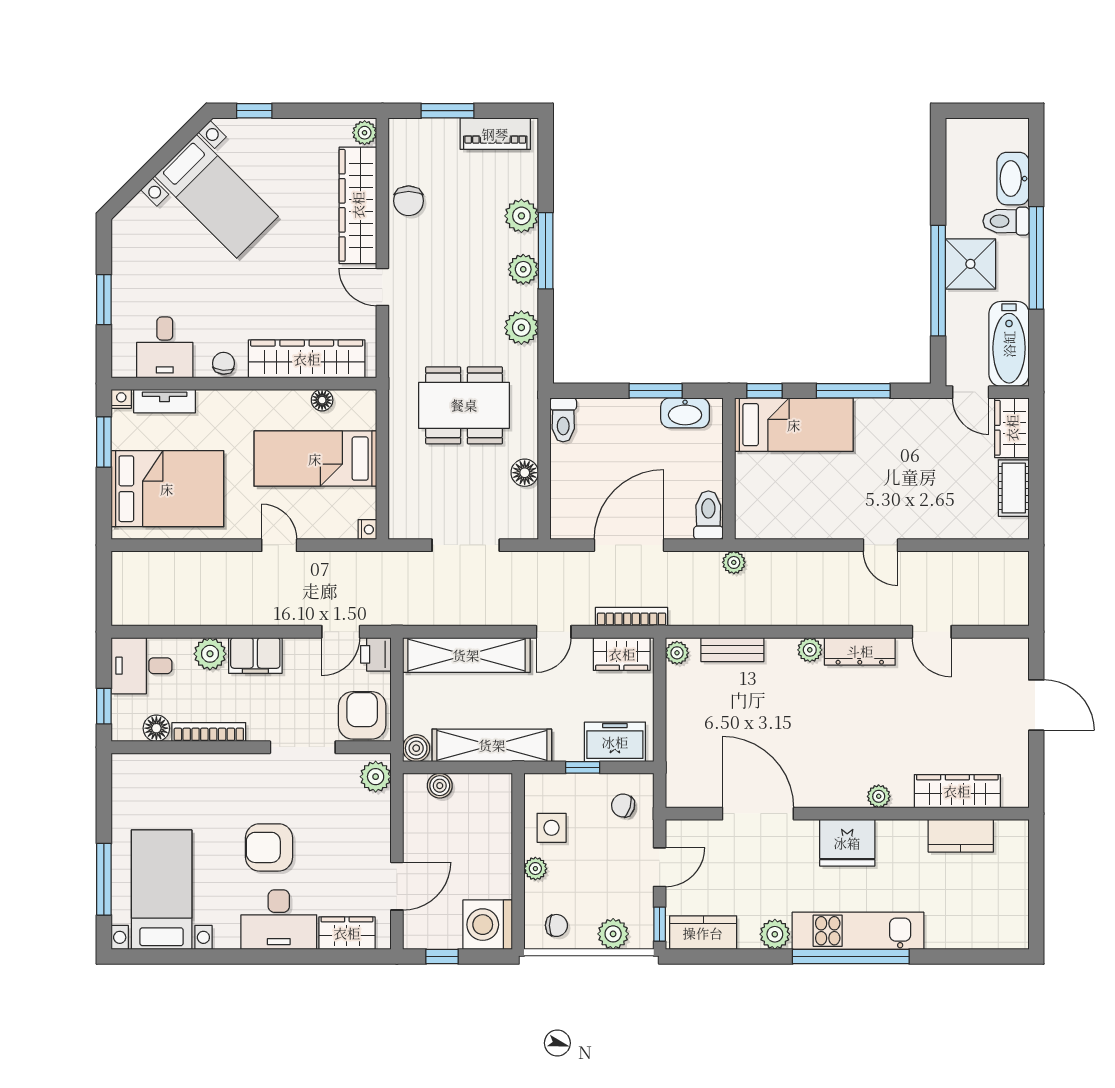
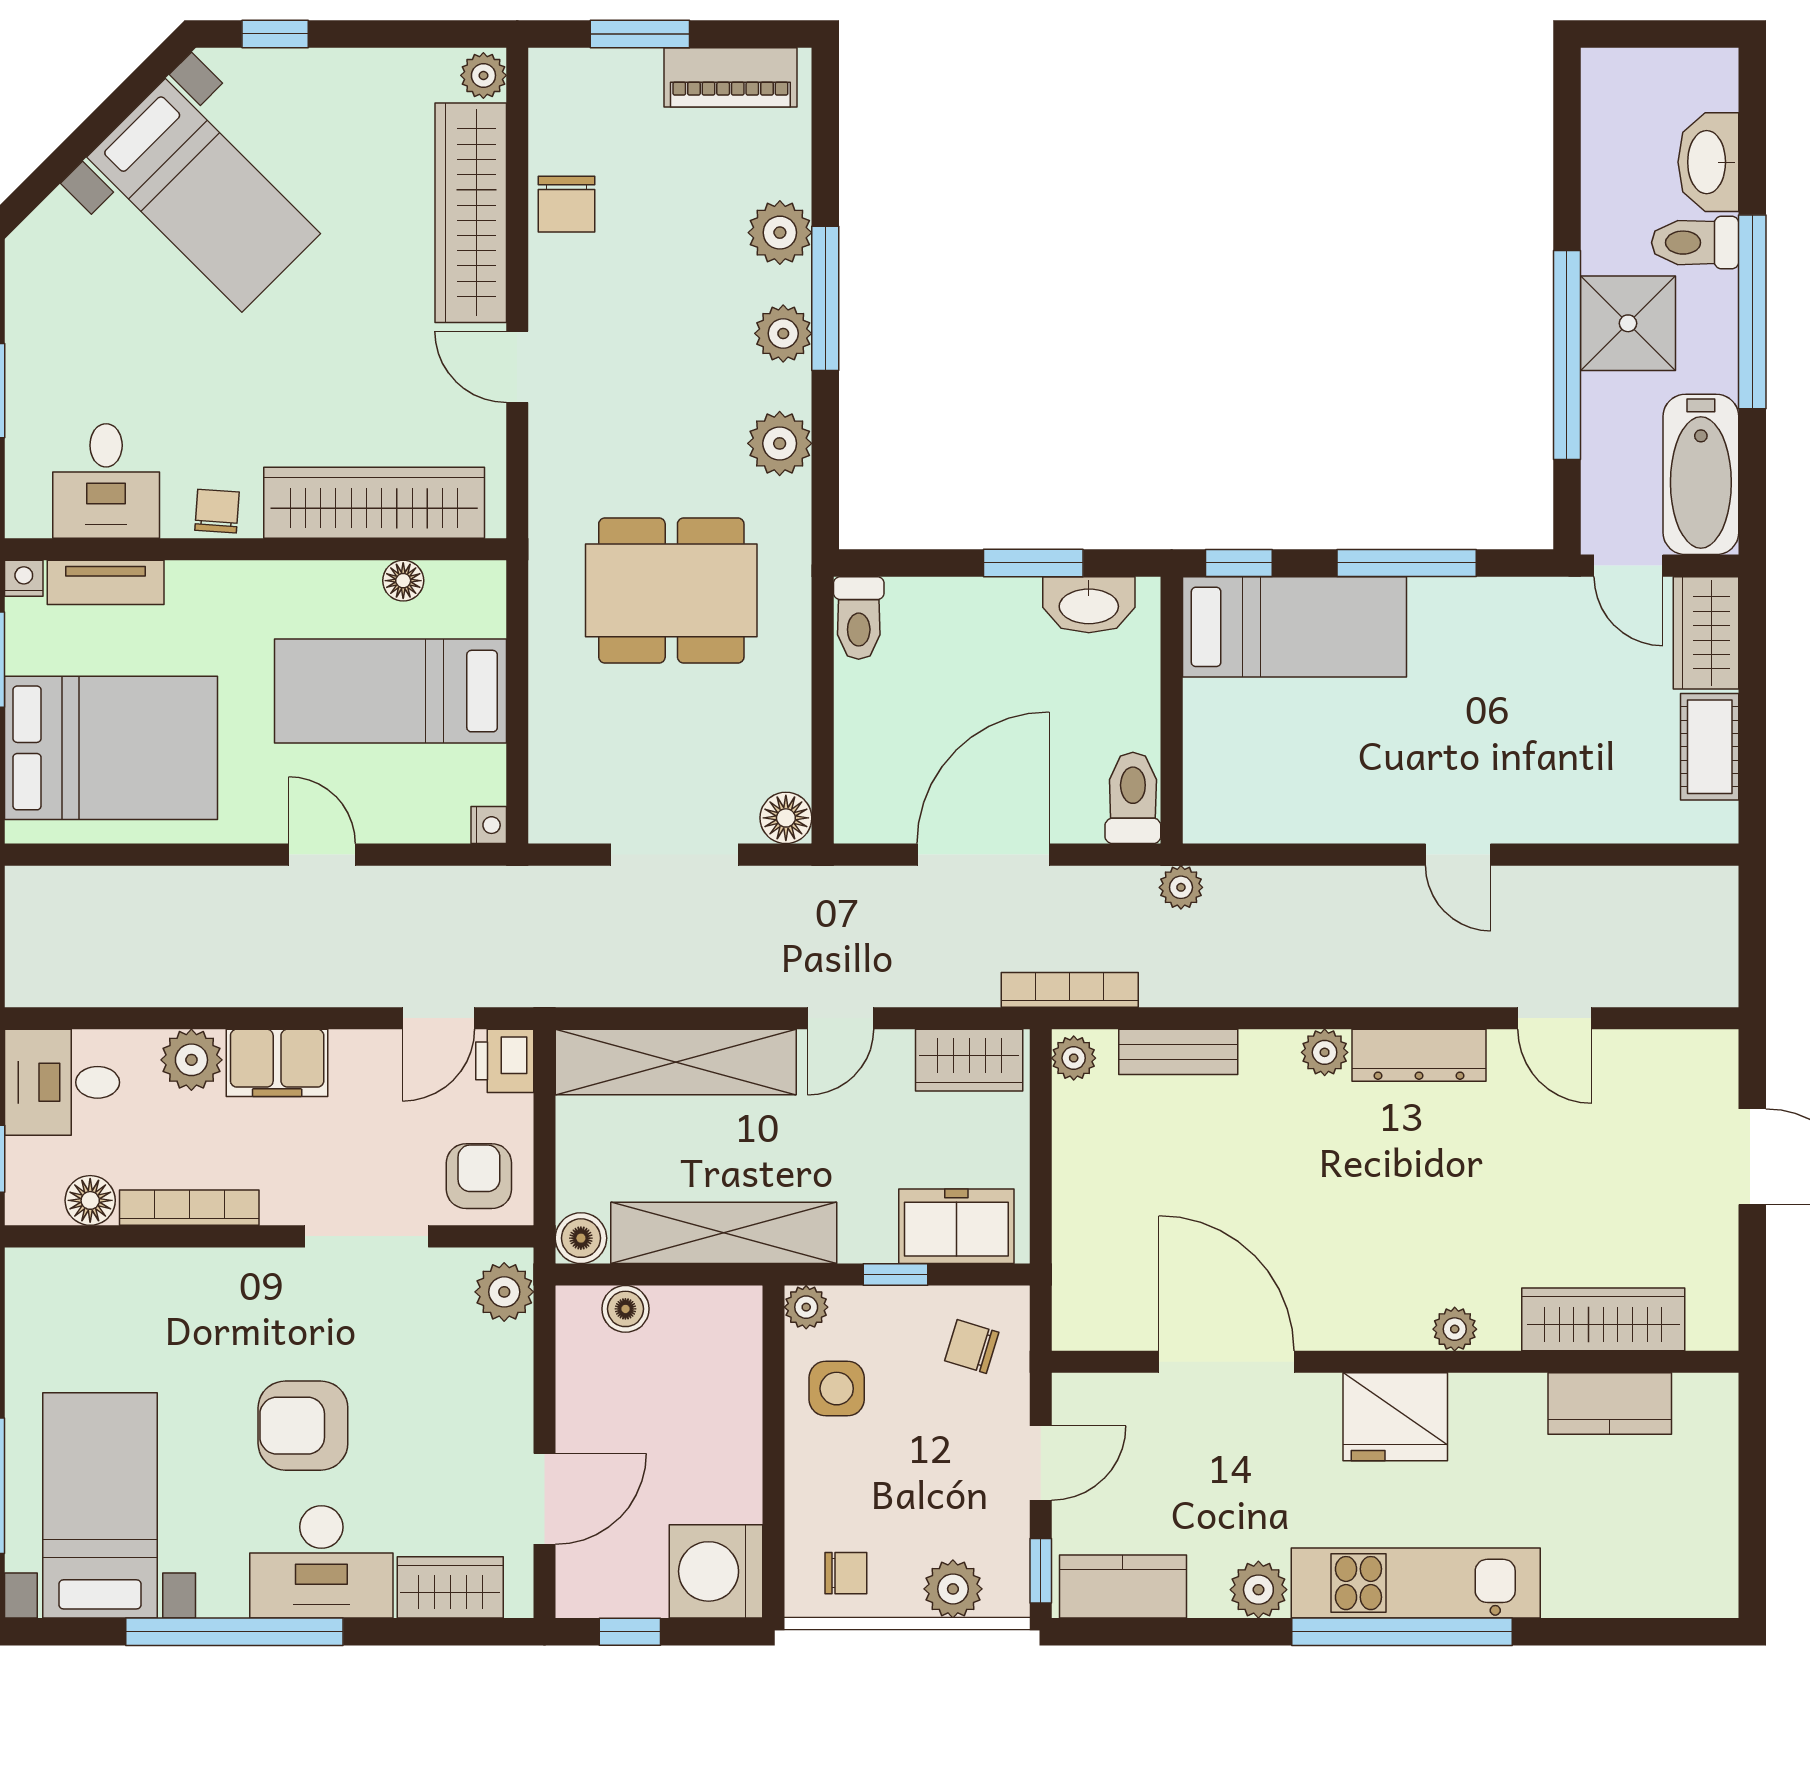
floor lamp: (525, 473) -> (786, 818), moved
bookcase: (632, 617) -> (1070, 990), moved
armchair: (362, 715) -> (479, 1176), width x0.72, depth x0.72
plant: (535, 869) -> (806, 1307), moved
window: (233, 957) -> (234, 1632), added

